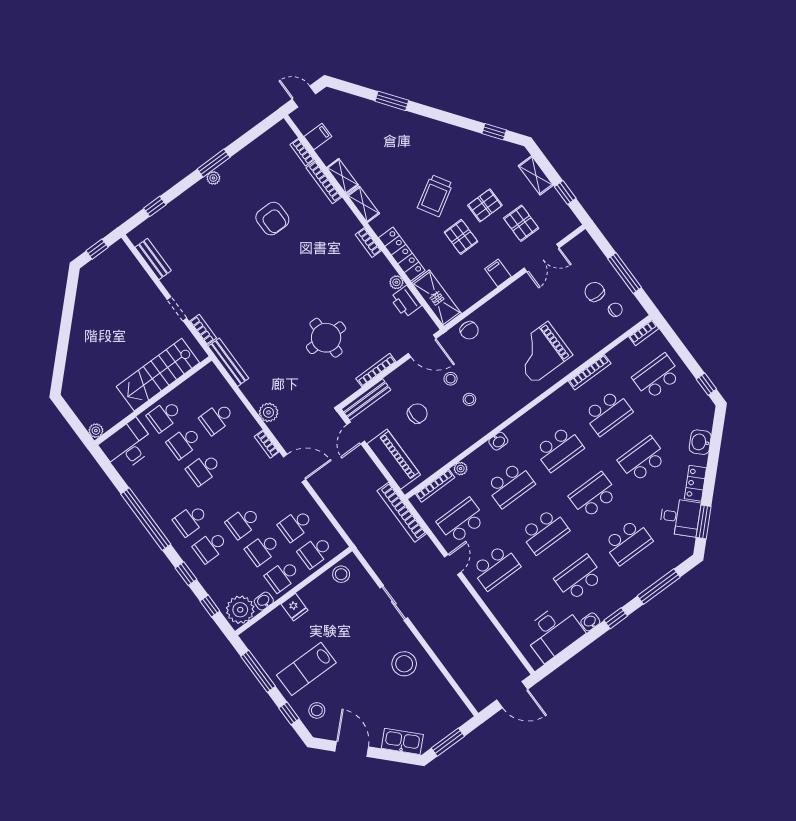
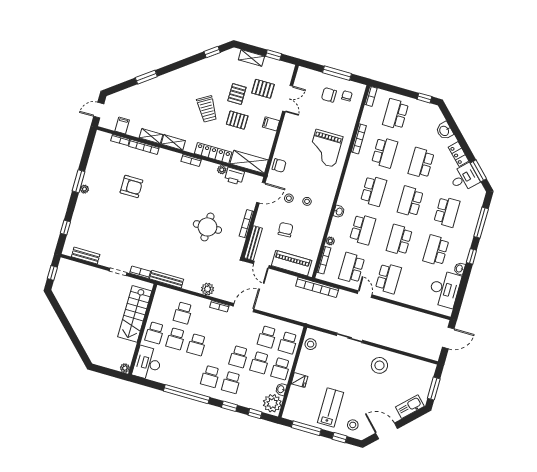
school desk: (545, 531) -> (399, 240), turned 180
lab bench: (306, 669) -> (331, 407), turned 180

